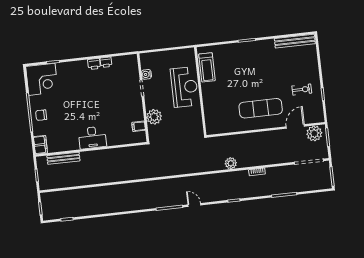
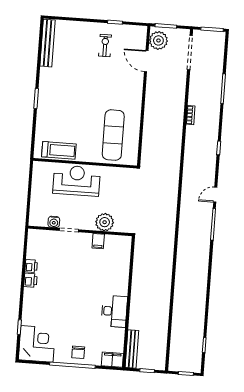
exercise mat: (261, 108) -> (113, 135), moved
filing cabinet: (139, 126) -> (98, 241), moved
desk: (92, 138) -> (114, 311), moved
bench: (63, 158) -> (132, 349), moved
plant: (231, 163) -> (175, 144), removed

